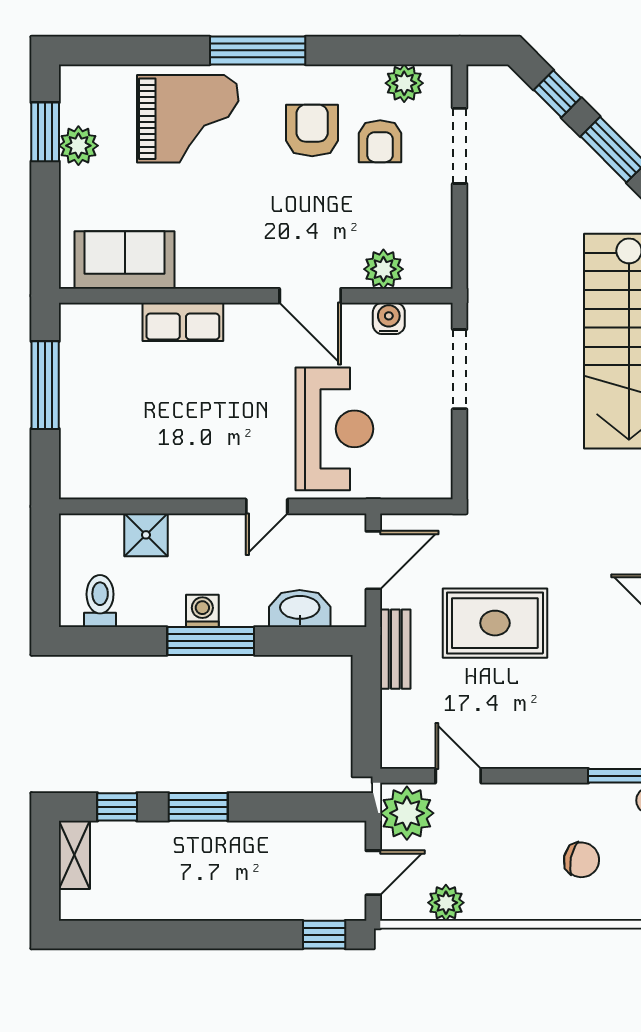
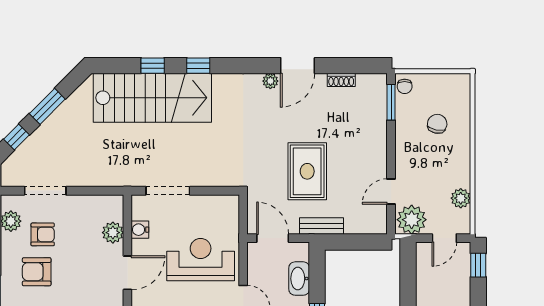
door: (373, 873) -> (444, 238), swing flipped

